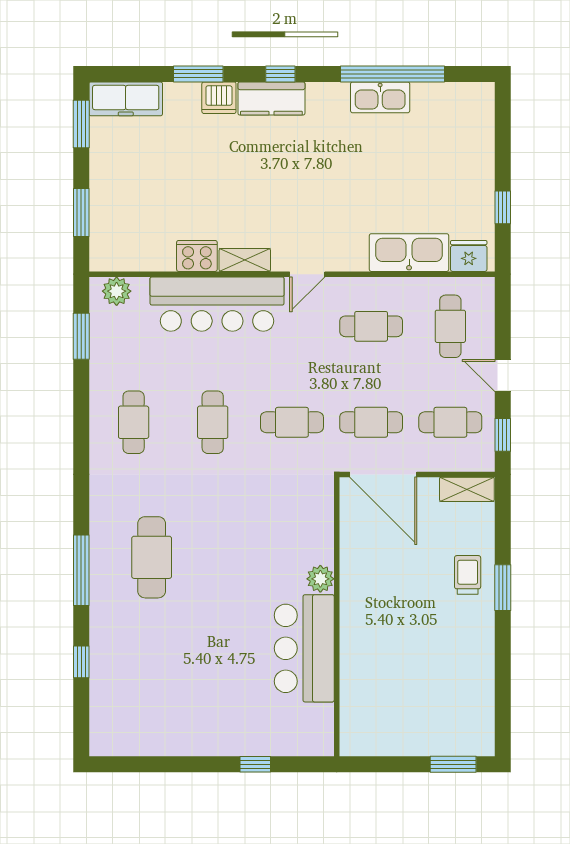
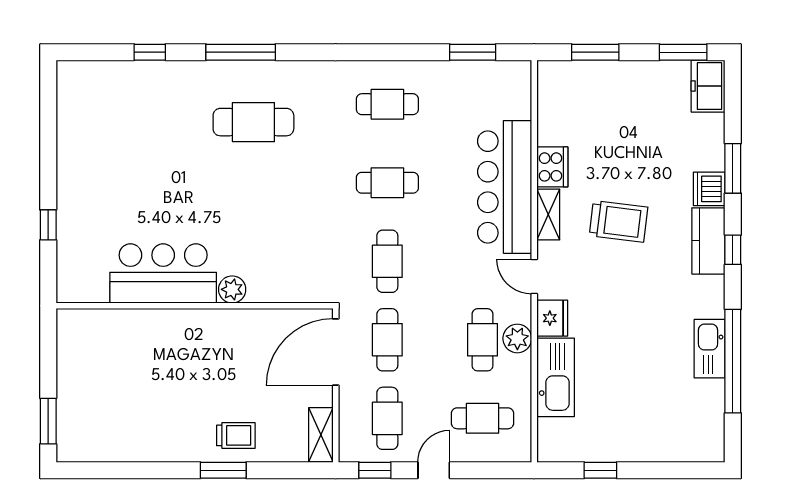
freezer: (126, 99) -> (708, 86), width x0.71
trolley: (252, 189) -> (619, 221), added
fridge: (469, 256) -> (552, 318), moved
plant: (117, 291) -> (517, 338), moved

